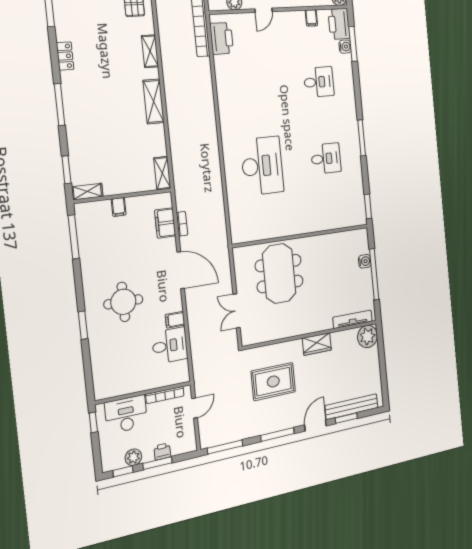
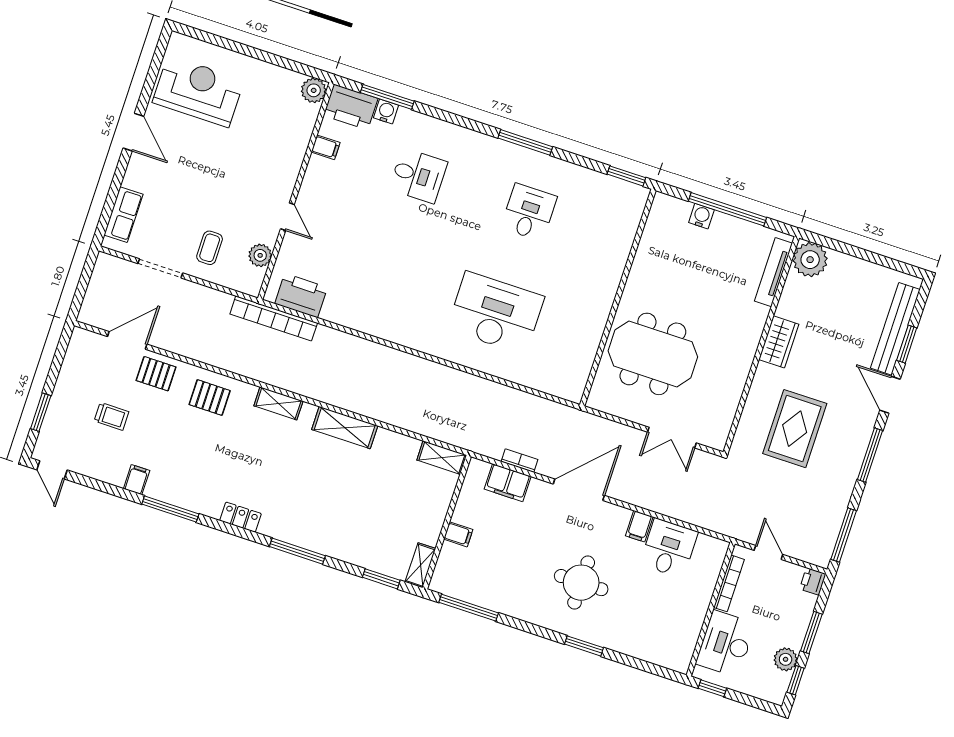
desk: (319, 82) -> (418, 176), turned 90
printer: (162, 451) -> (813, 581), moved

